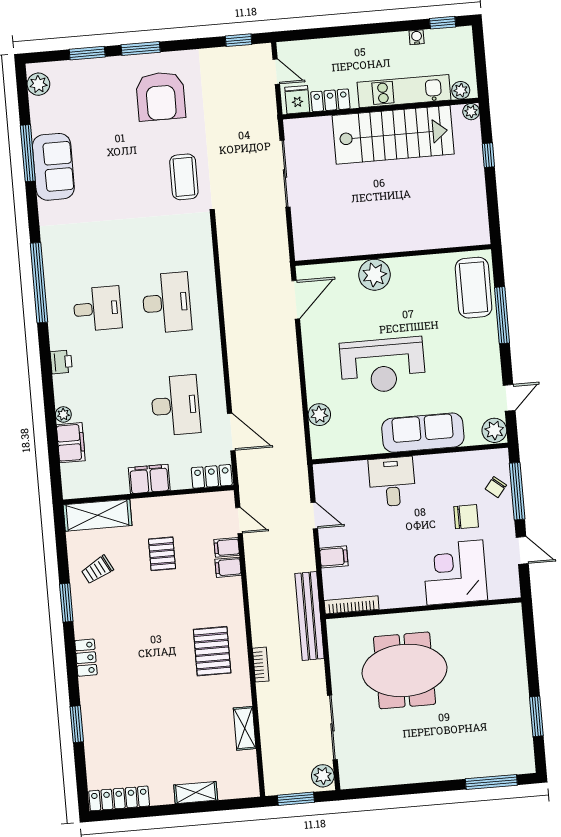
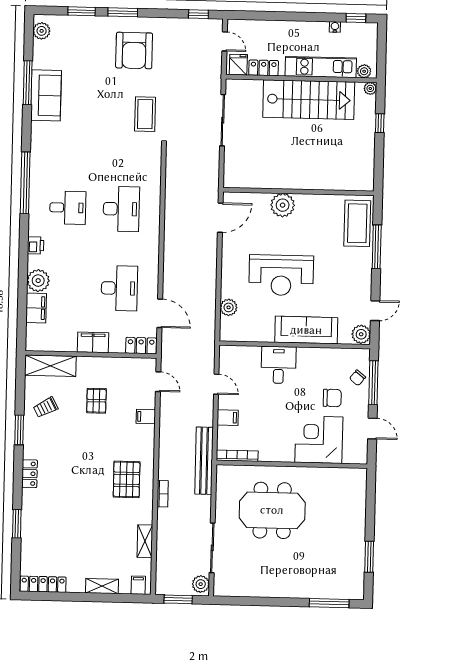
plant: (63, 414) -> (38, 281), width x1.88, depth x1.88
filing cabinet: (227, 547) -> (138, 585), moved, turned 90

